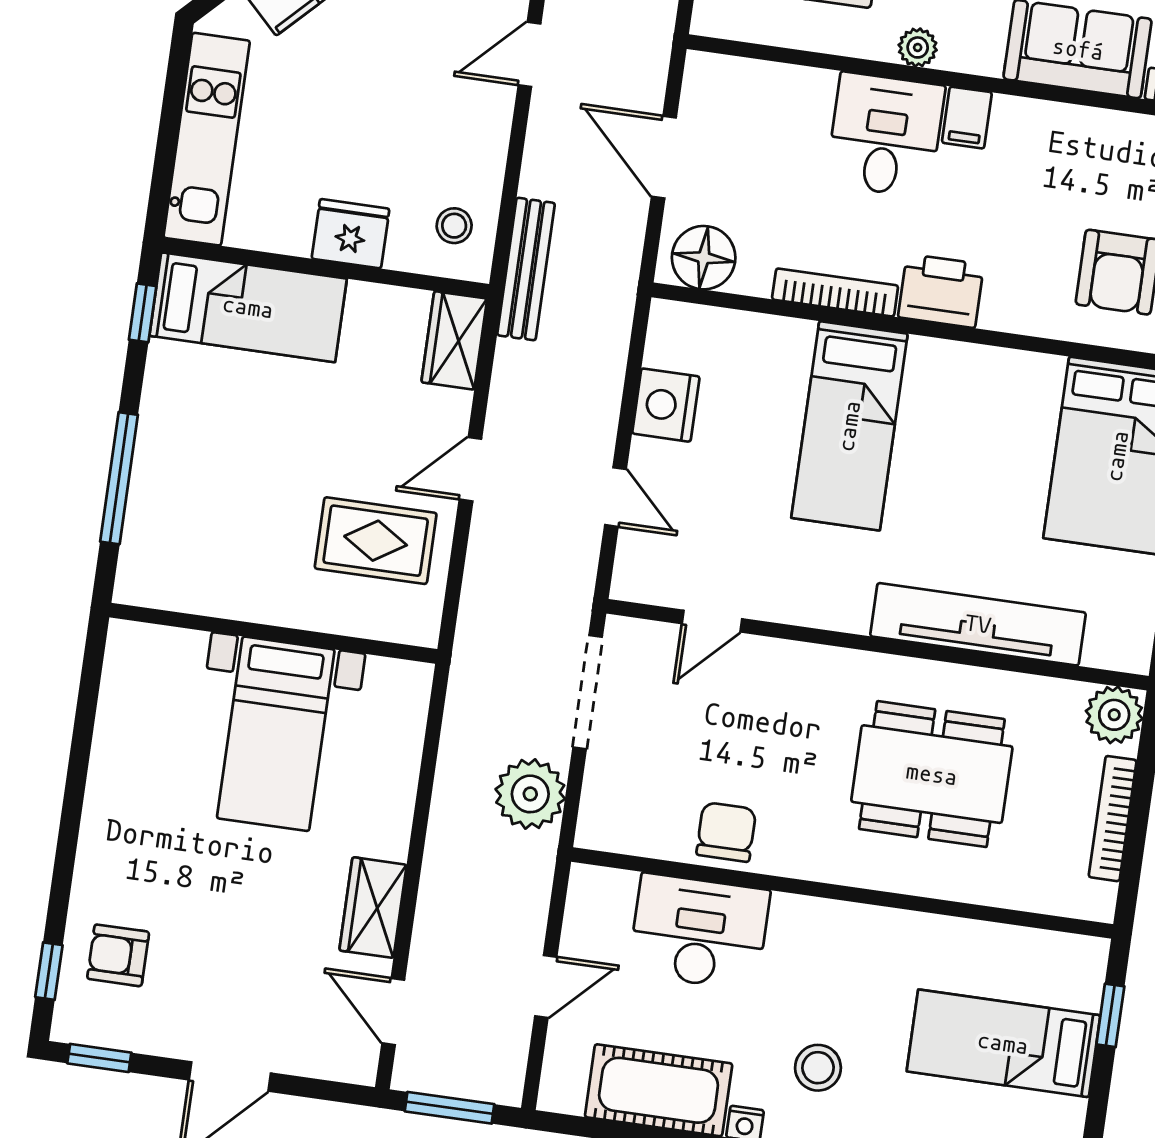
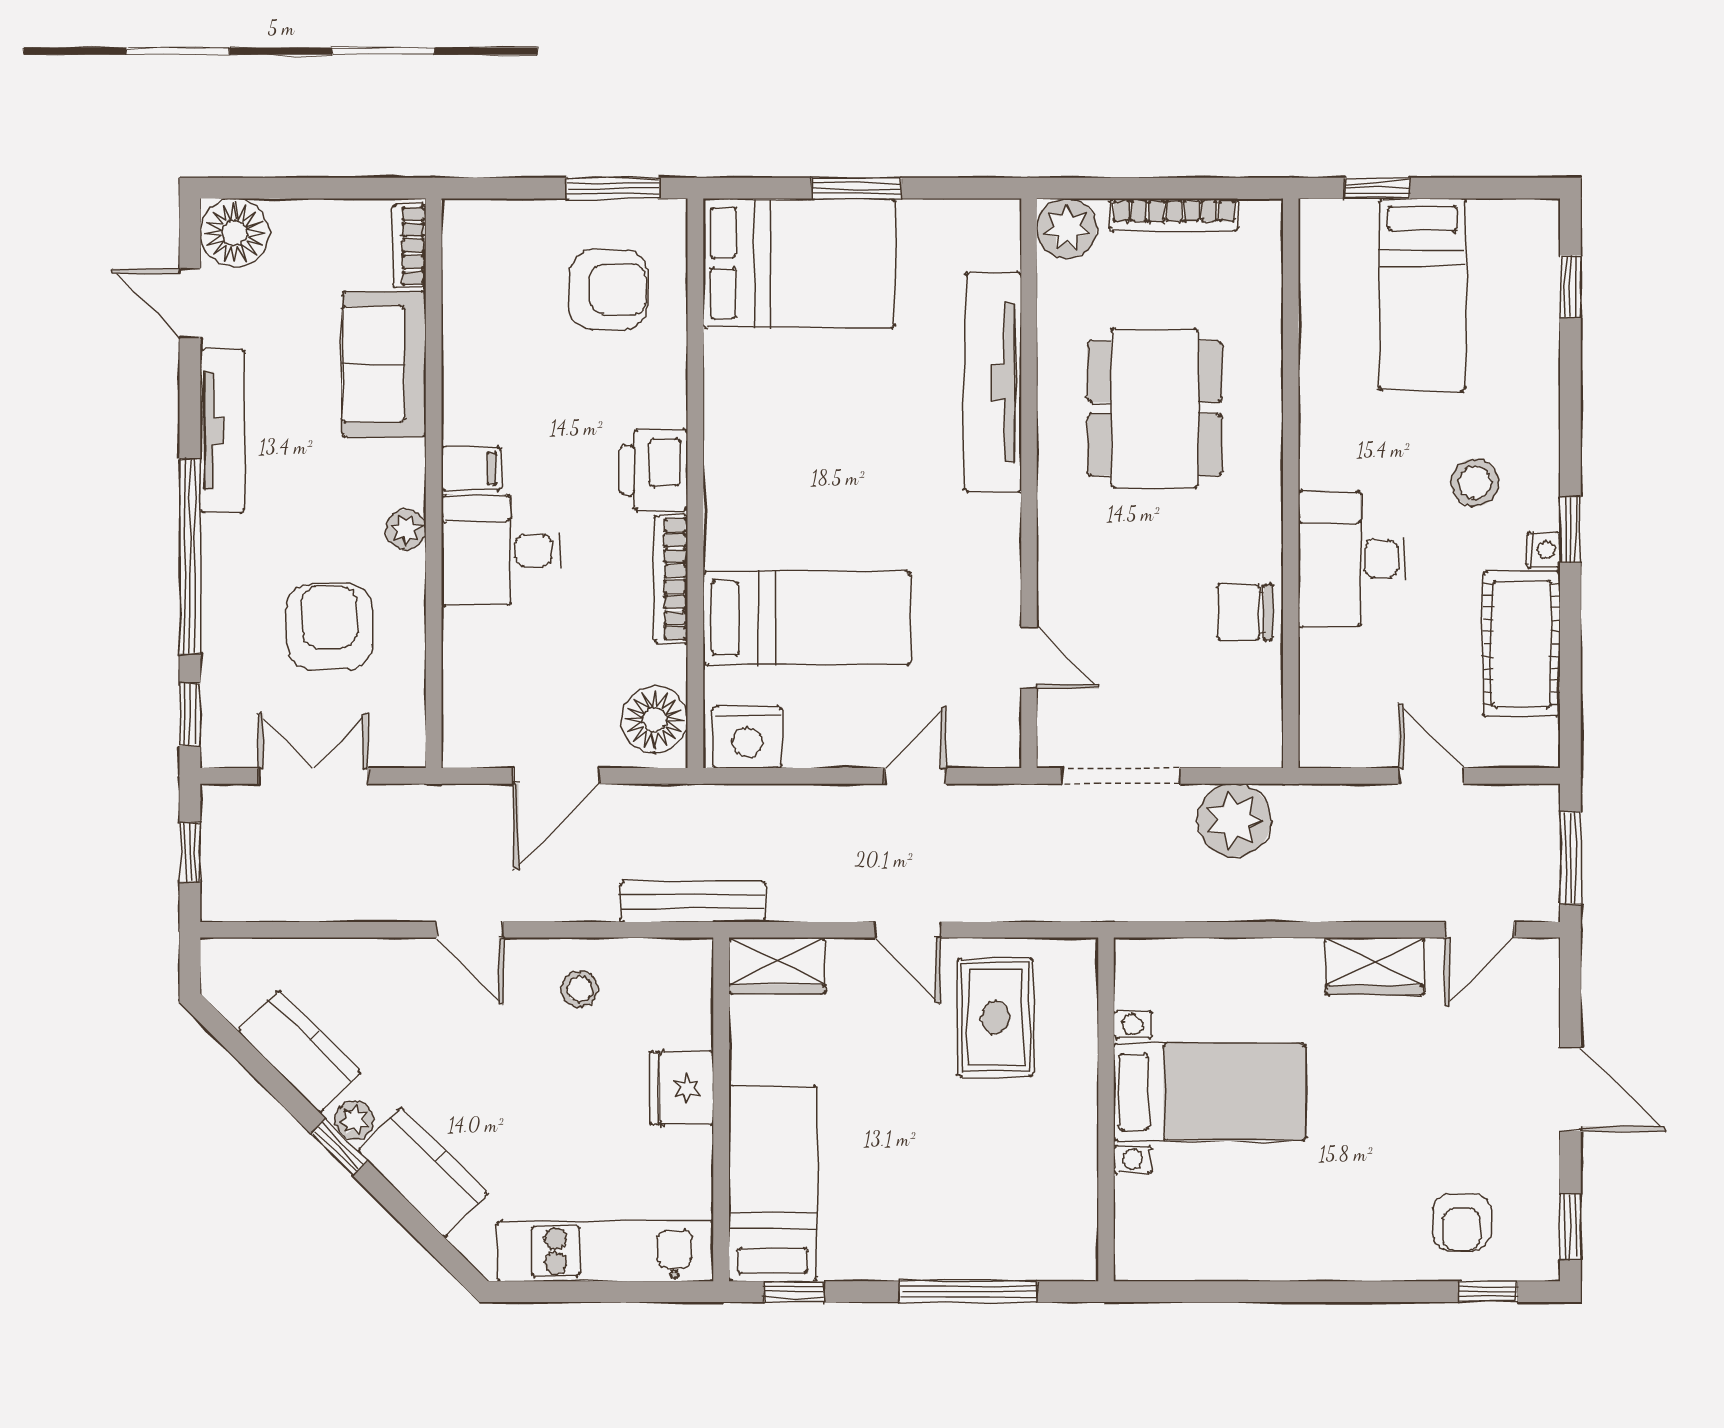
stool: (454, 226) -> (579, 989), moved
nightstand: (666, 405) -> (747, 737), moved
bed: (849, 426) -> (807, 618), moved
desk: (699, 932) -> (1352, 559), moved

